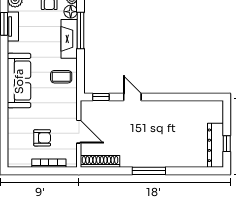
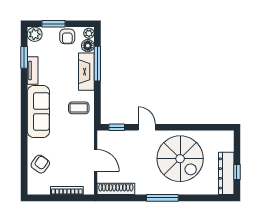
tv unit: (13, 26) -> (33, 70), moved
spiral stairs: (167, 130) -> (180, 159), added
armchair: (42, 138) -> (40, 164), moved, turned -54

